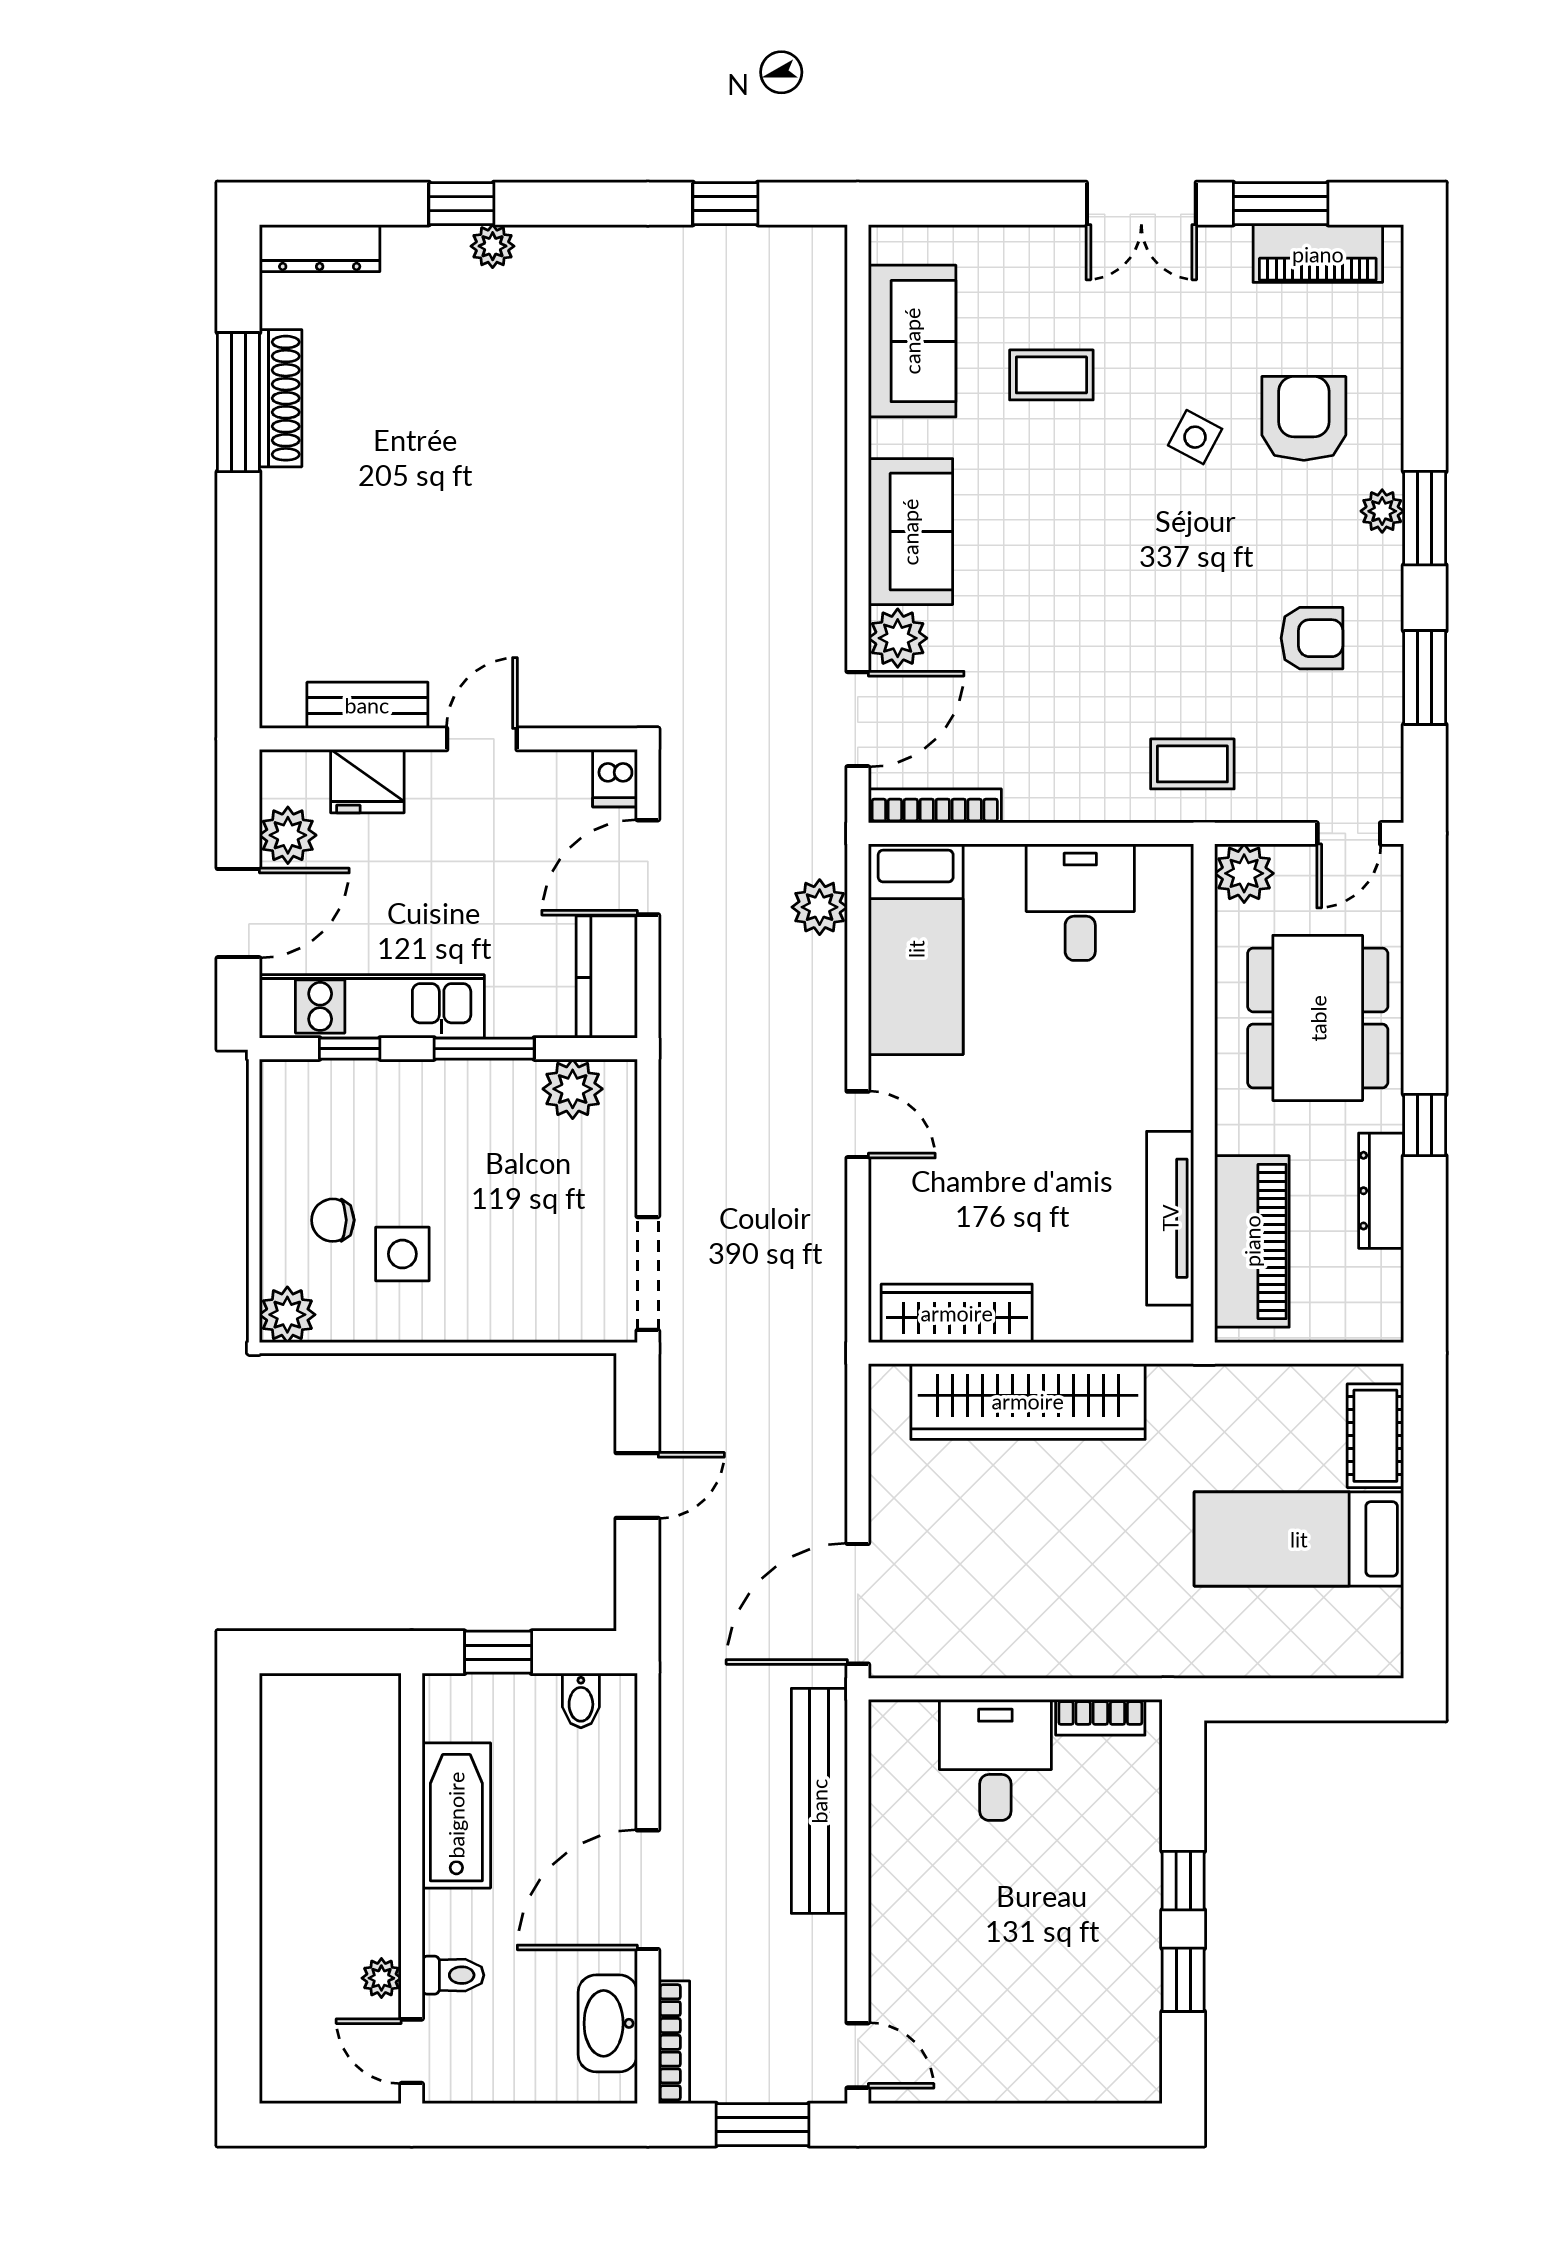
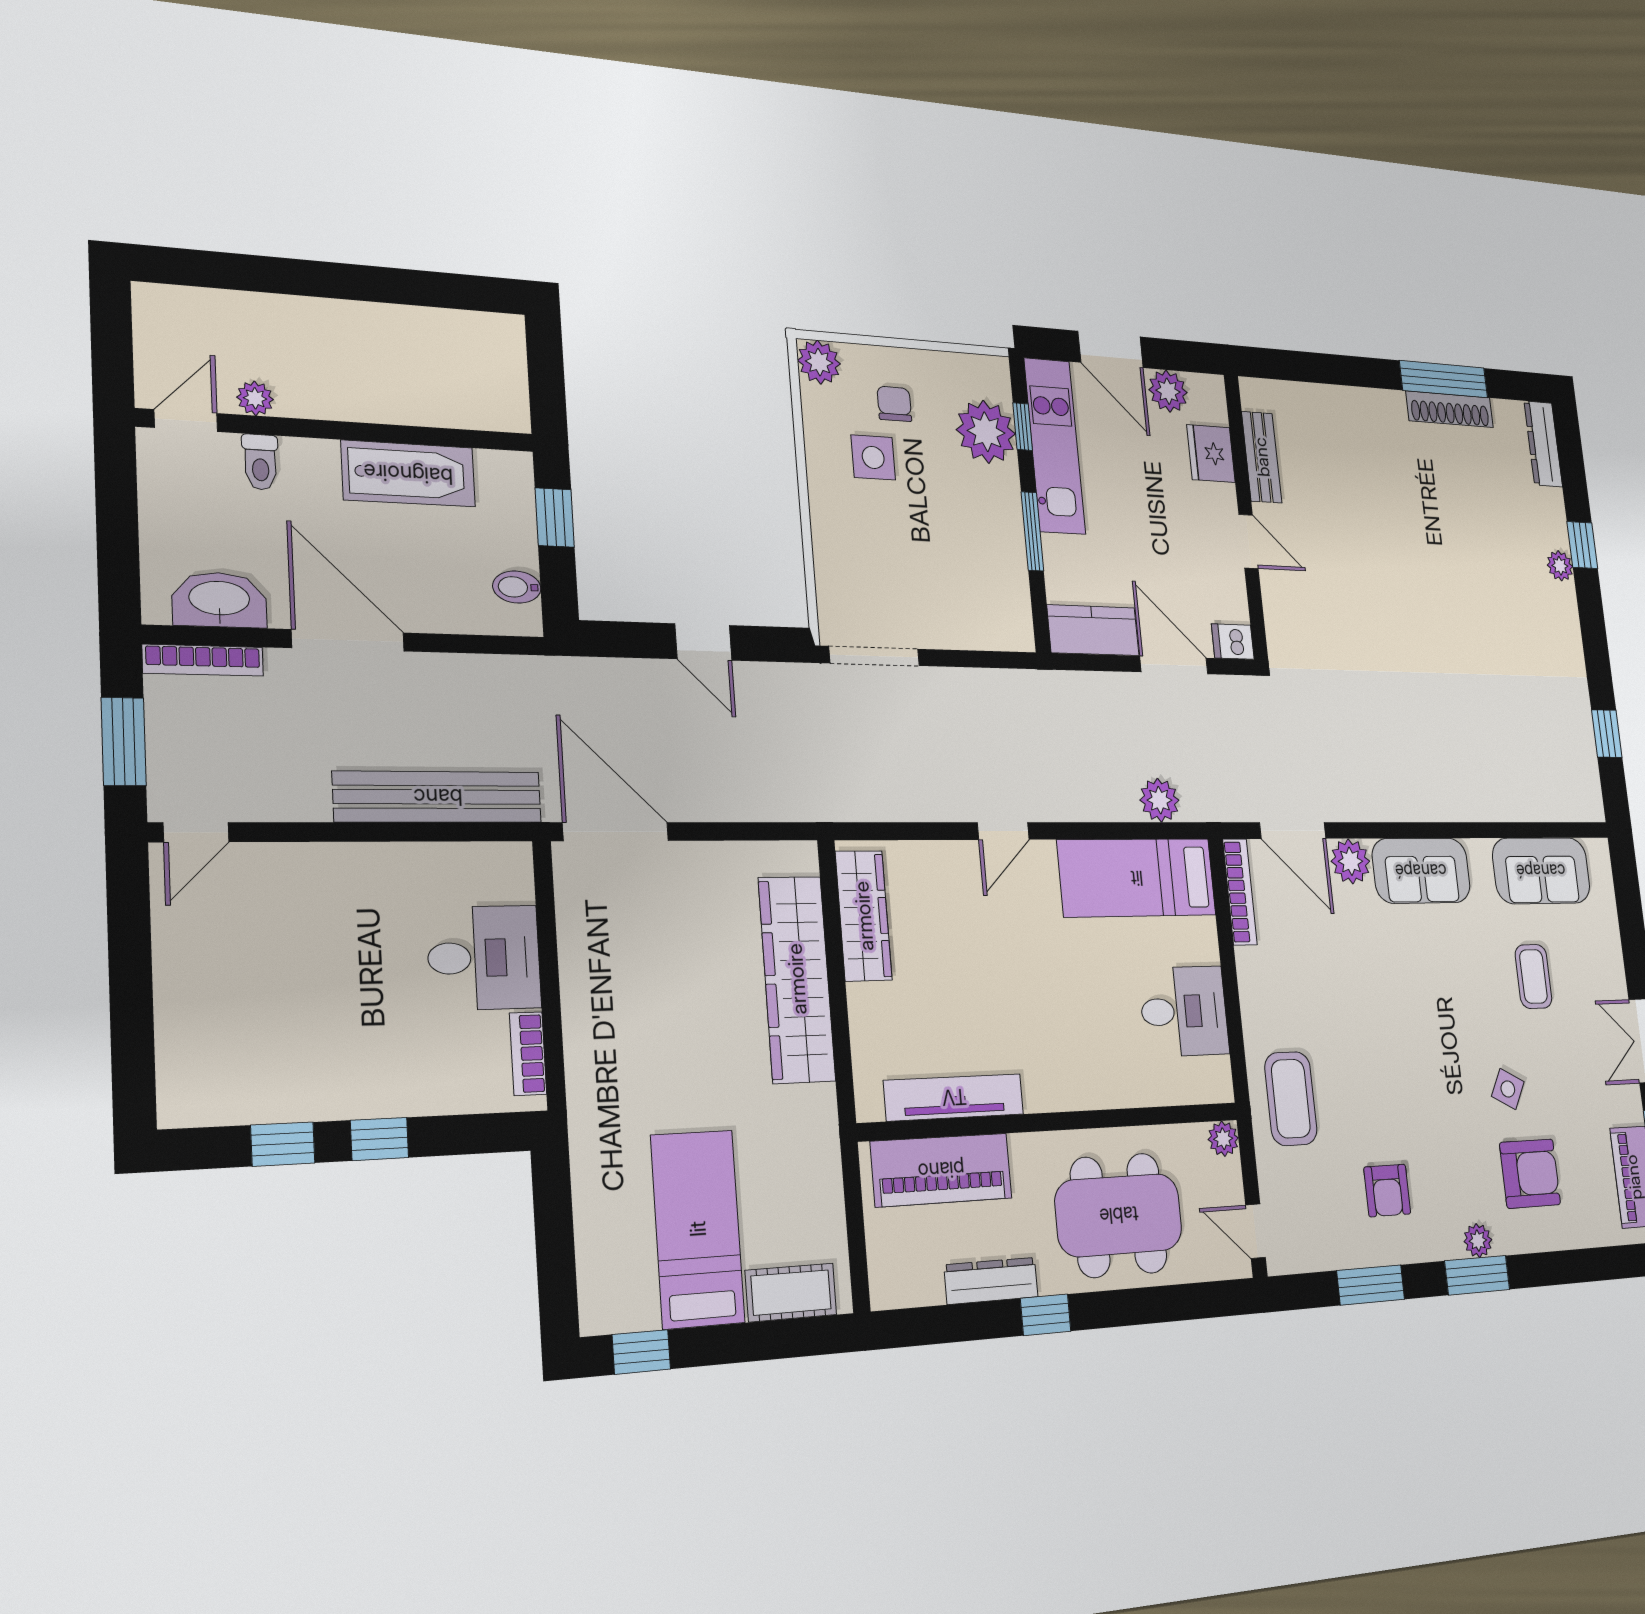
coffee table: (1192, 764) -> (1291, 1099), width x1.36, depth x1.30
plant: (1244, 873) -> (1223, 1139), width x0.73, depth x0.73
plant: (573, 1089) -> (986, 432), moved, width x1.36, depth x1.36
window: (1425, 1611) -> (641, 1352), added

